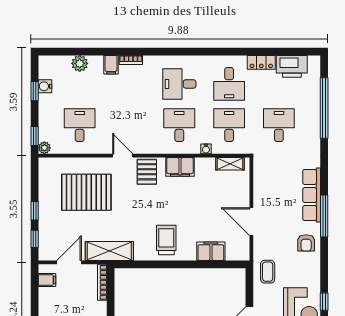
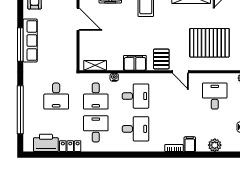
desk: (80, 125) -> (215, 96), turned 180
desk: (179, 125) -> (135, 96), turned -90
window: (324, 216) -> (20, 44), moved

